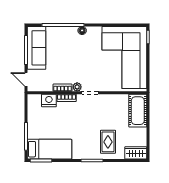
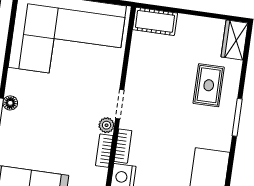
cot: (138, 111) -> (155, 21), width x0.73, depth x0.75
rug: (108, 142) -> (209, 85), turned 90

